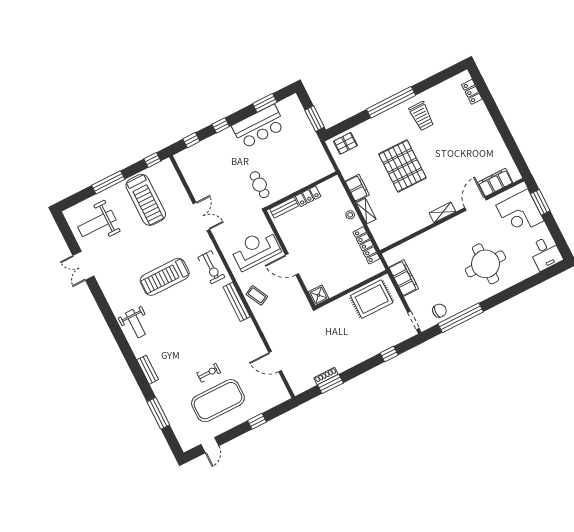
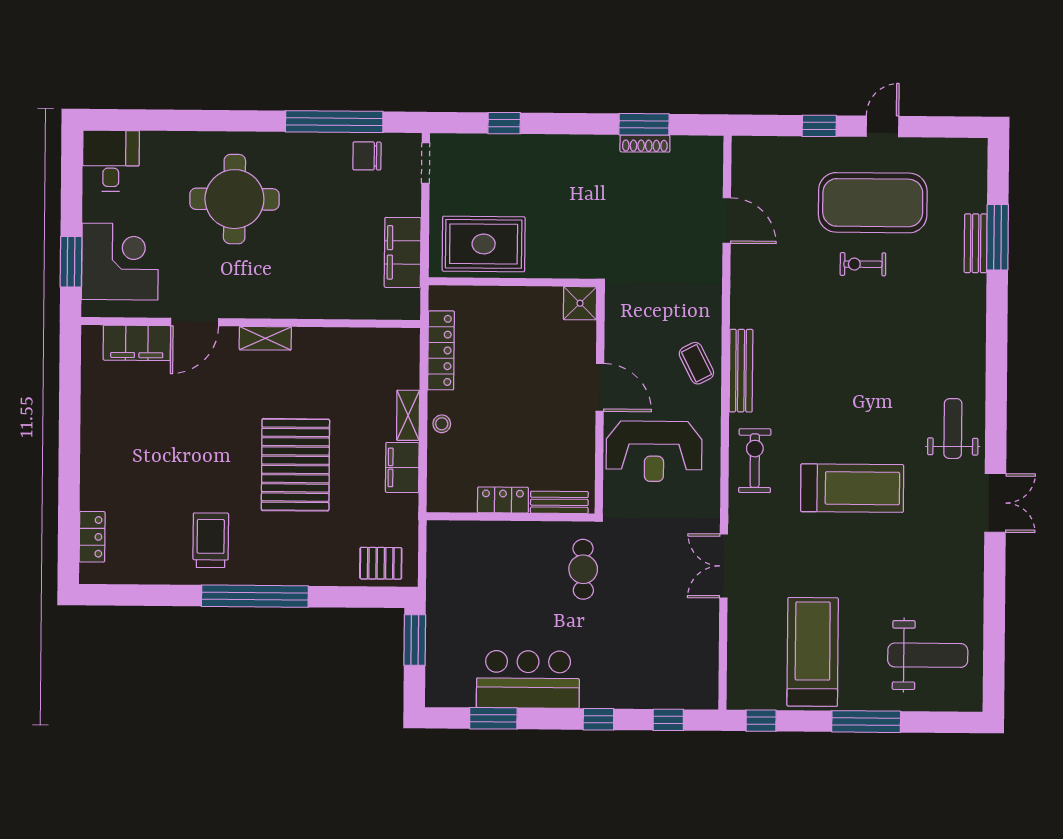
double door: (83, 266) -> (995, 503), moved
bench: (148, 370) -> (976, 243), moved
door: (210, 445) -> (882, 126), moved

